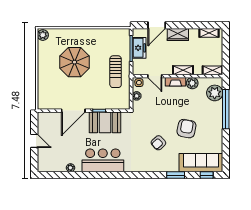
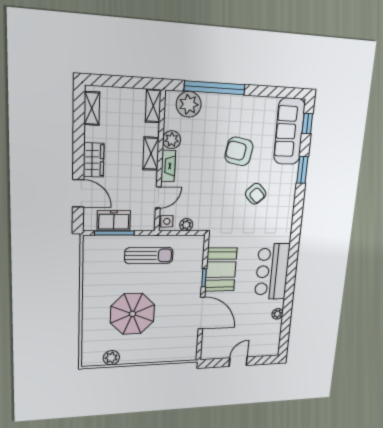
plant: (43, 35) -> (111, 358), moved

